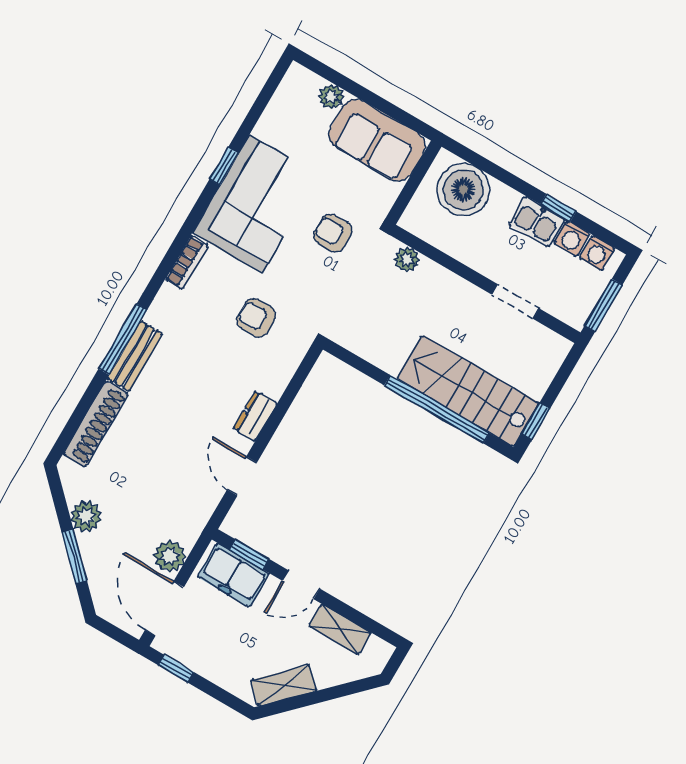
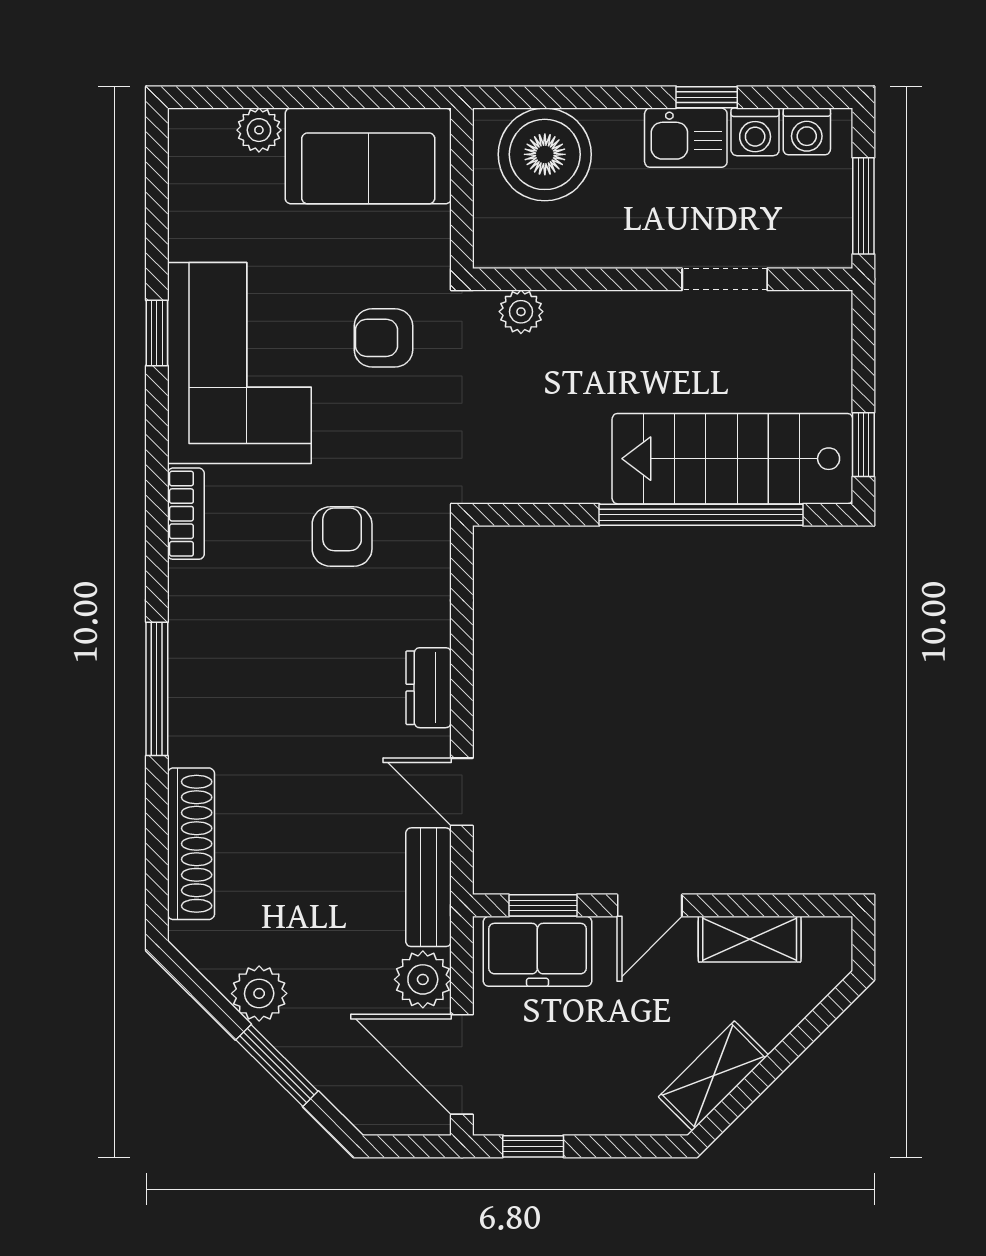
armchair: (256, 318) -> (342, 536), turned 90
bench: (135, 356) -> (429, 887), moved

